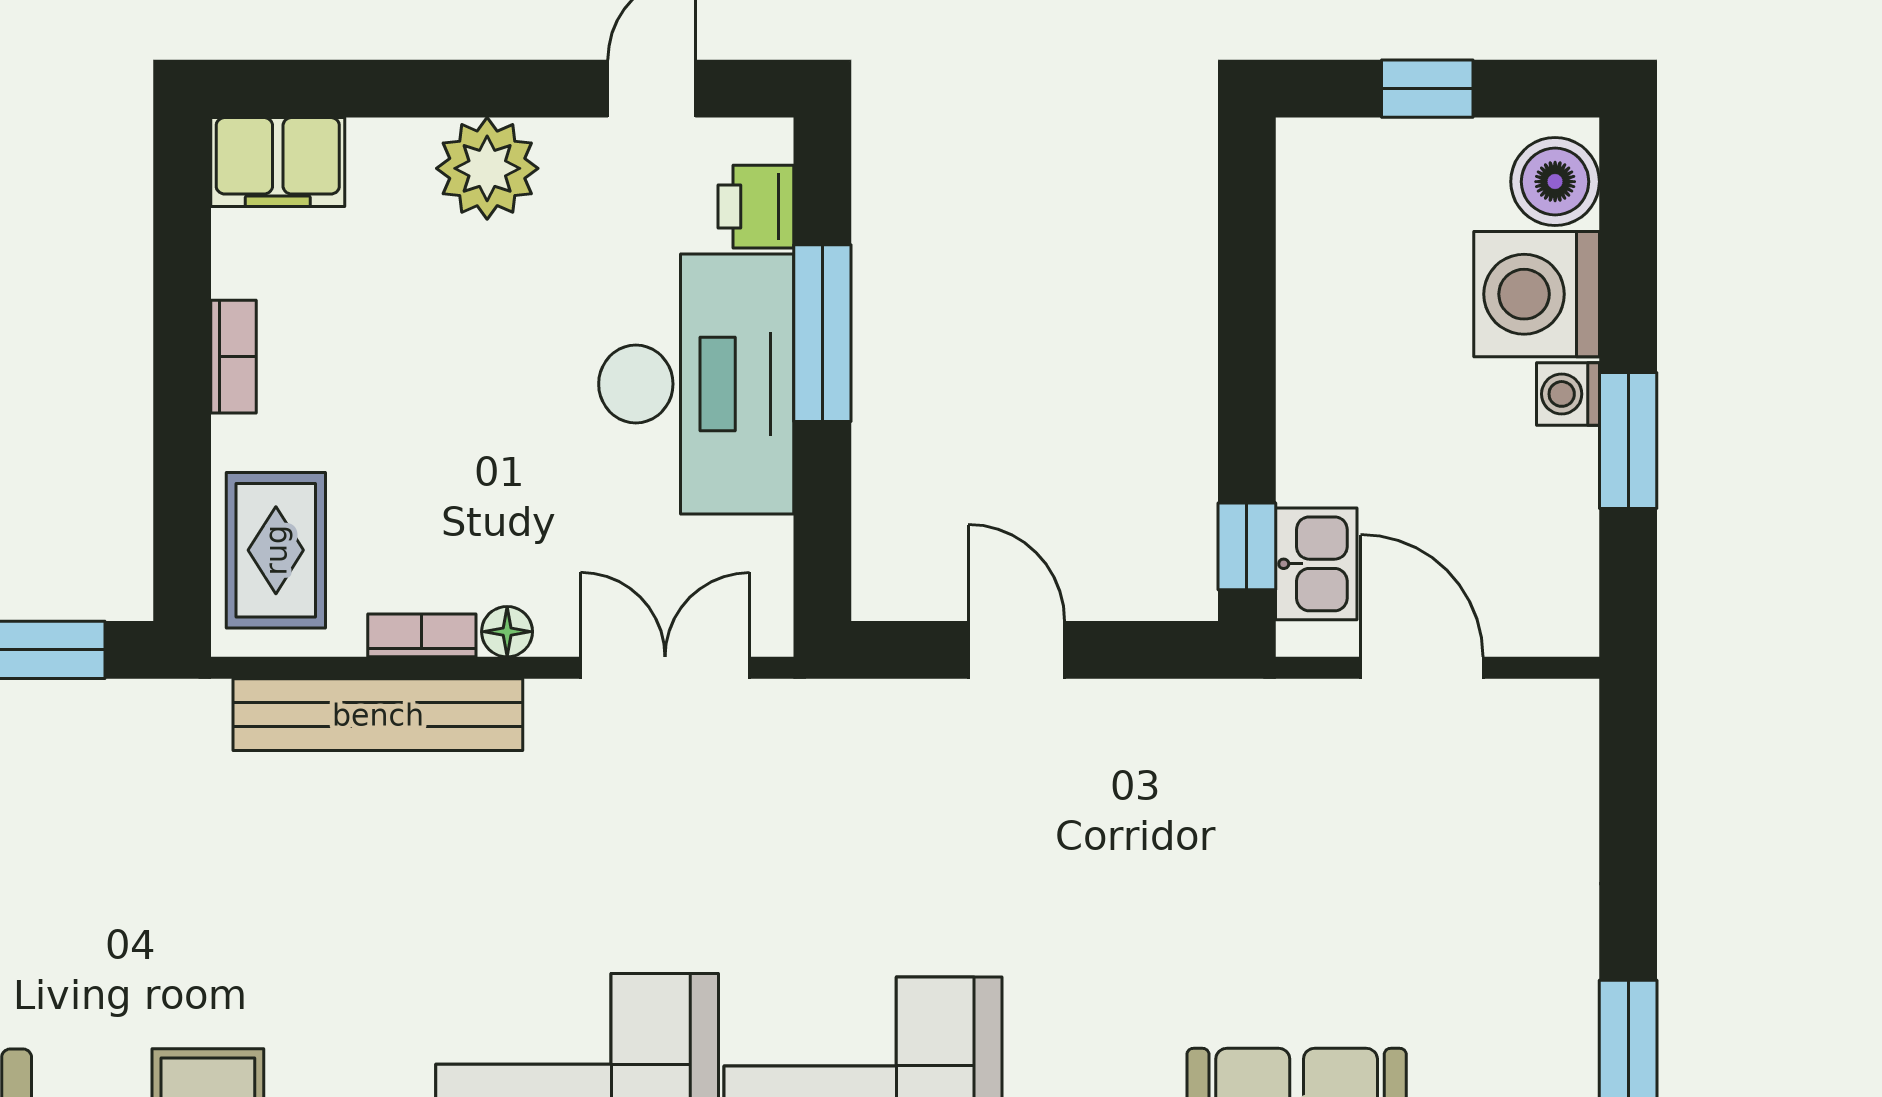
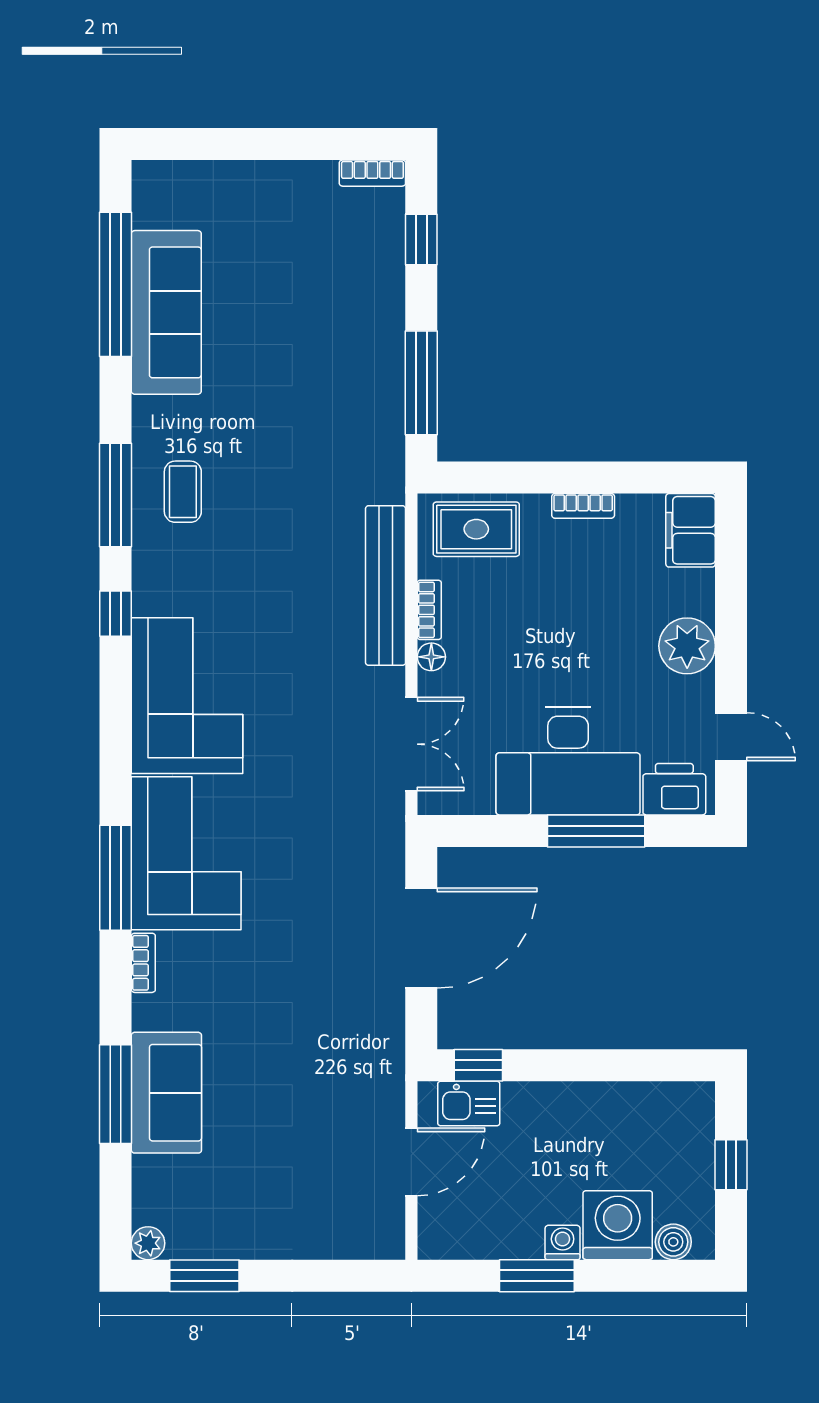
boiler: (1555, 182) -> (673, 1242), width x0.73, depth x0.73
printer: (756, 207) -> (674, 789), width x1.36, depth x1.24
door: (1016, 650) -> (421, 938), width x1.88

